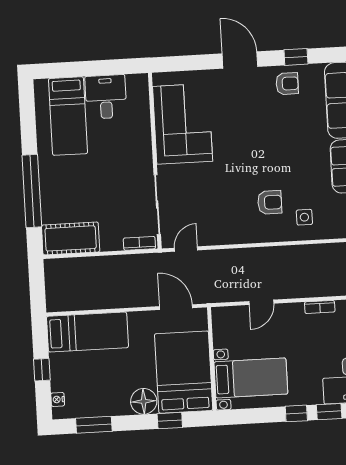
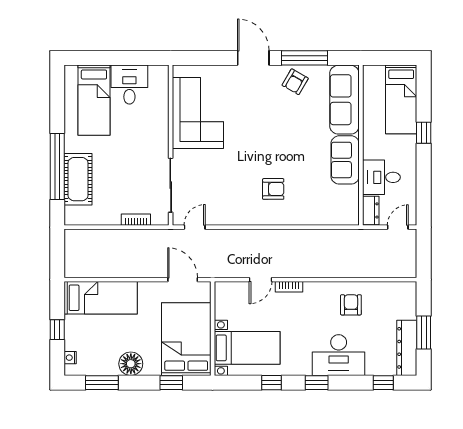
window: (296, 57) -> (304, 58), width x2.17
armchair: (287, 84) -> (295, 82), turned 120
side table: (304, 217) -> (304, 204), removed
cot: (71, 238) -> (78, 179), moved, turned 90
bookcase: (139, 243) -> (136, 220), moved
bookcase: (320, 307) -> (289, 287), moved
floor lamp: (144, 401) -> (131, 364), moved
window: (296, 413) -> (272, 383), moved

